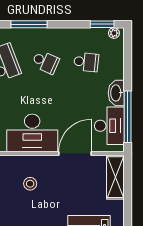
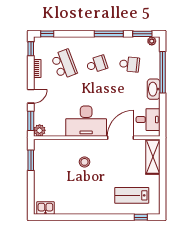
window: (29, 24) -> (109, 34), moved
school desk: (45, 62) -> (97, 64), turned -42
window: (128, 117) -> (163, 72), moved
desk: (109, 126) -> (148, 120), width x0.73

